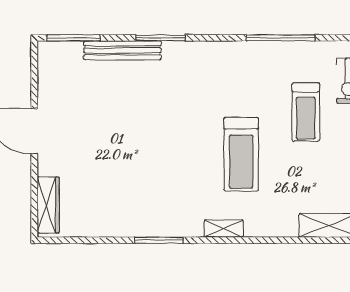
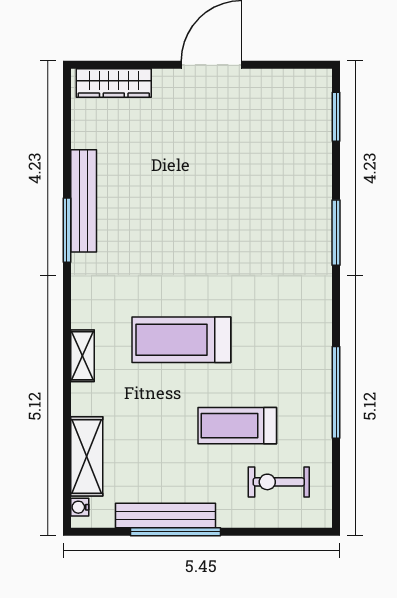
window: (73, 38) -> (336, 117), width x0.69
bench: (122, 50) -> (84, 201), moved
shelving: (224, 229) -> (82, 356), moved

